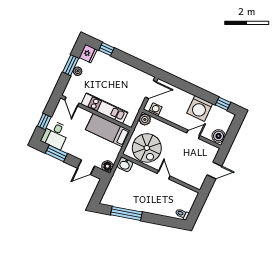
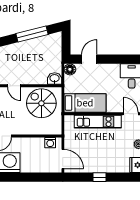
window: (106, 49) -> (99, 177), moved
door: (151, 90) -> (63, 159), swing flipped
plant: (145, 119) -> (56, 129), removed
window: (56, 153) -> (123, 59), removed

